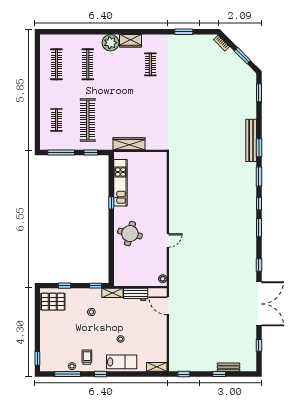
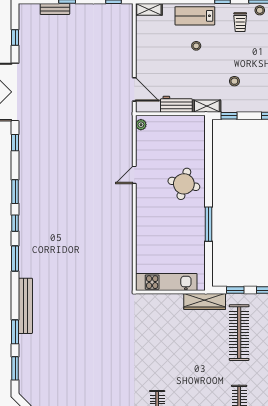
wardrobe: (129, 144) -> (205, 301), moved
window: (259, 148) -> (15, 332), moved
kitchen unit: (120, 183) -> (166, 282), moved, turned 90
window: (111, 203) -> (208, 224), width x2.17

